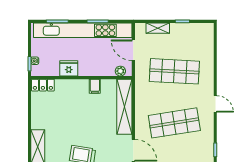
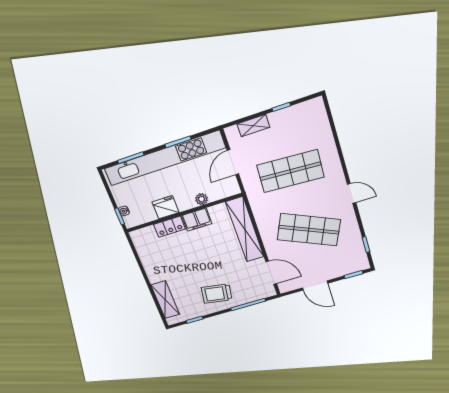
door: (133, 50) -> (233, 162), hinge flipped
plant: (120, 71) -> (202, 199), moved
locker: (43, 85) -> (169, 227), moved
filing cabinet: (95, 86) -> (197, 220), width x2.00
shop shelf: (174, 123) -> (309, 230), turned 33

